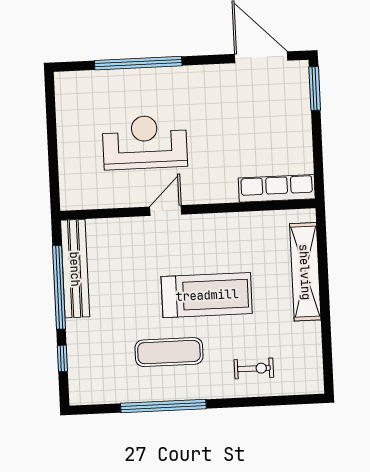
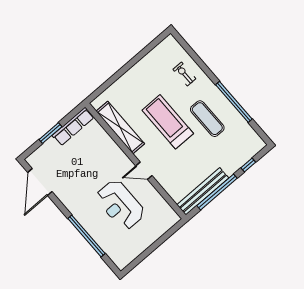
window: (315, 89) -> (50, 133), moved
row of seats: (277, 188) -> (73, 126), moved, turned -90
shelving: (305, 272) -> (120, 127), moved, turned 90

